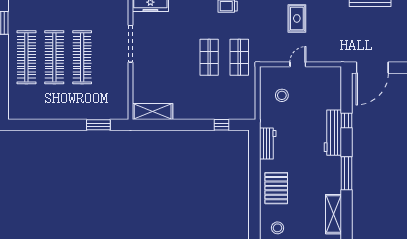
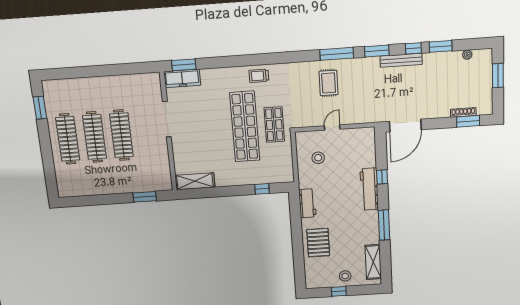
shop shelf: (209, 57) -> (245, 127), width x2.00, depth x1.36
stool: (277, 228) -> (345, 276), moved

